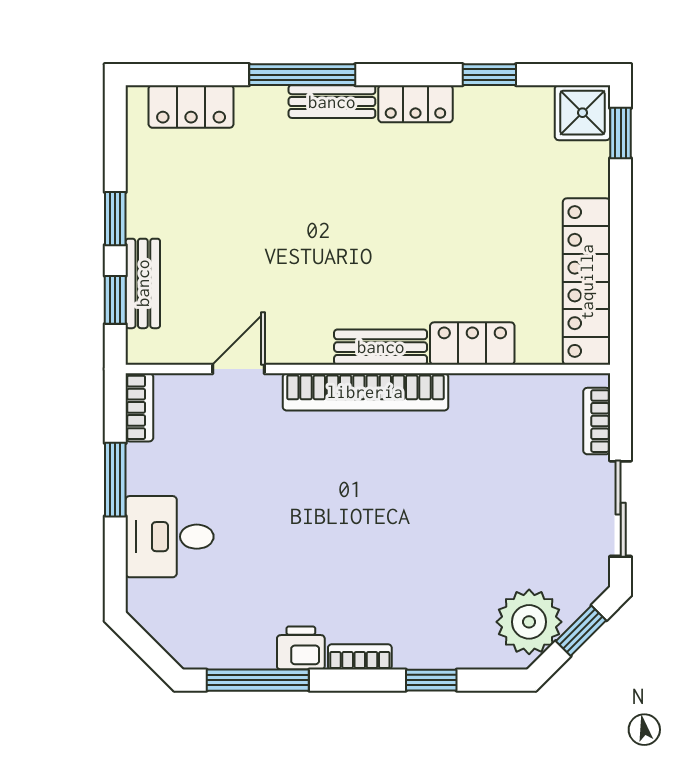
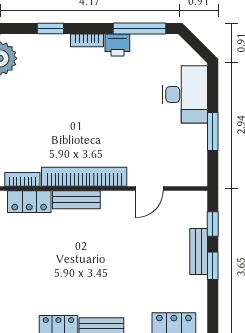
bench: (143, 283) -> (199, 251), moved
bookcase: (139, 407) -> (22, 179), moved, turned 90
desk: (170, 537) -> (185, 94), width x1.37

